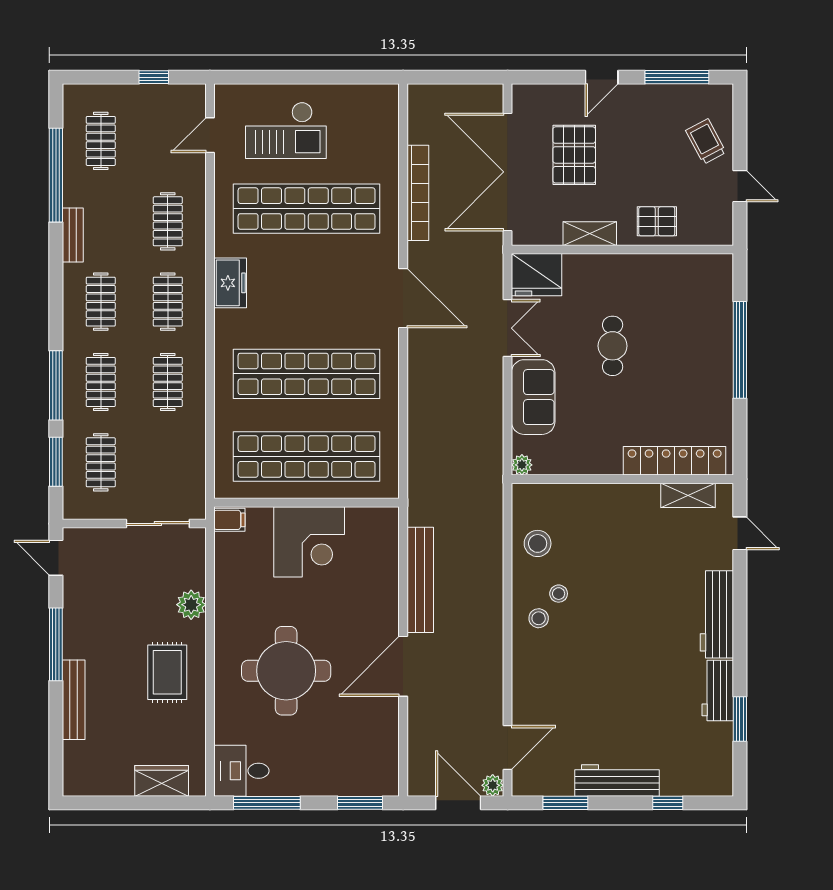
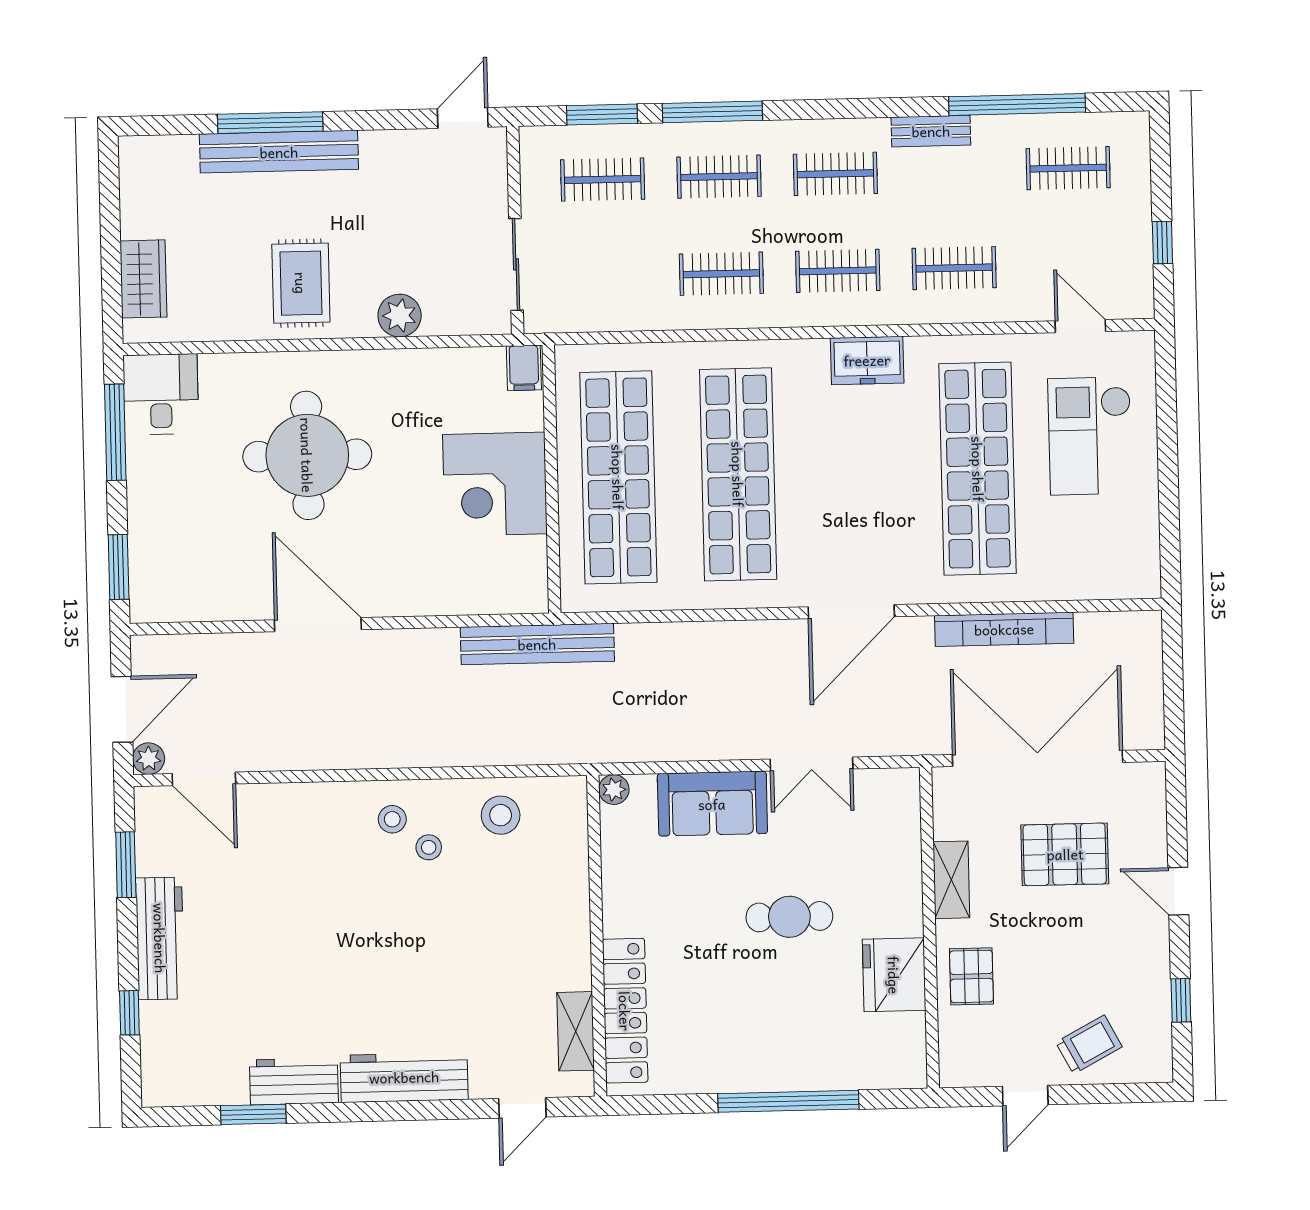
window: (677, 77) -> (1181, 1000), width x0.46
fridge: (537, 275) -> (894, 975), moved
bench: (420, 580) -> (537, 644), moved
window: (56, 644) -> (270, 123), moved
rug: (167, 672) -> (301, 283), turned 90
bench: (74, 700) -> (279, 152), width x1.37, depth x1.21

